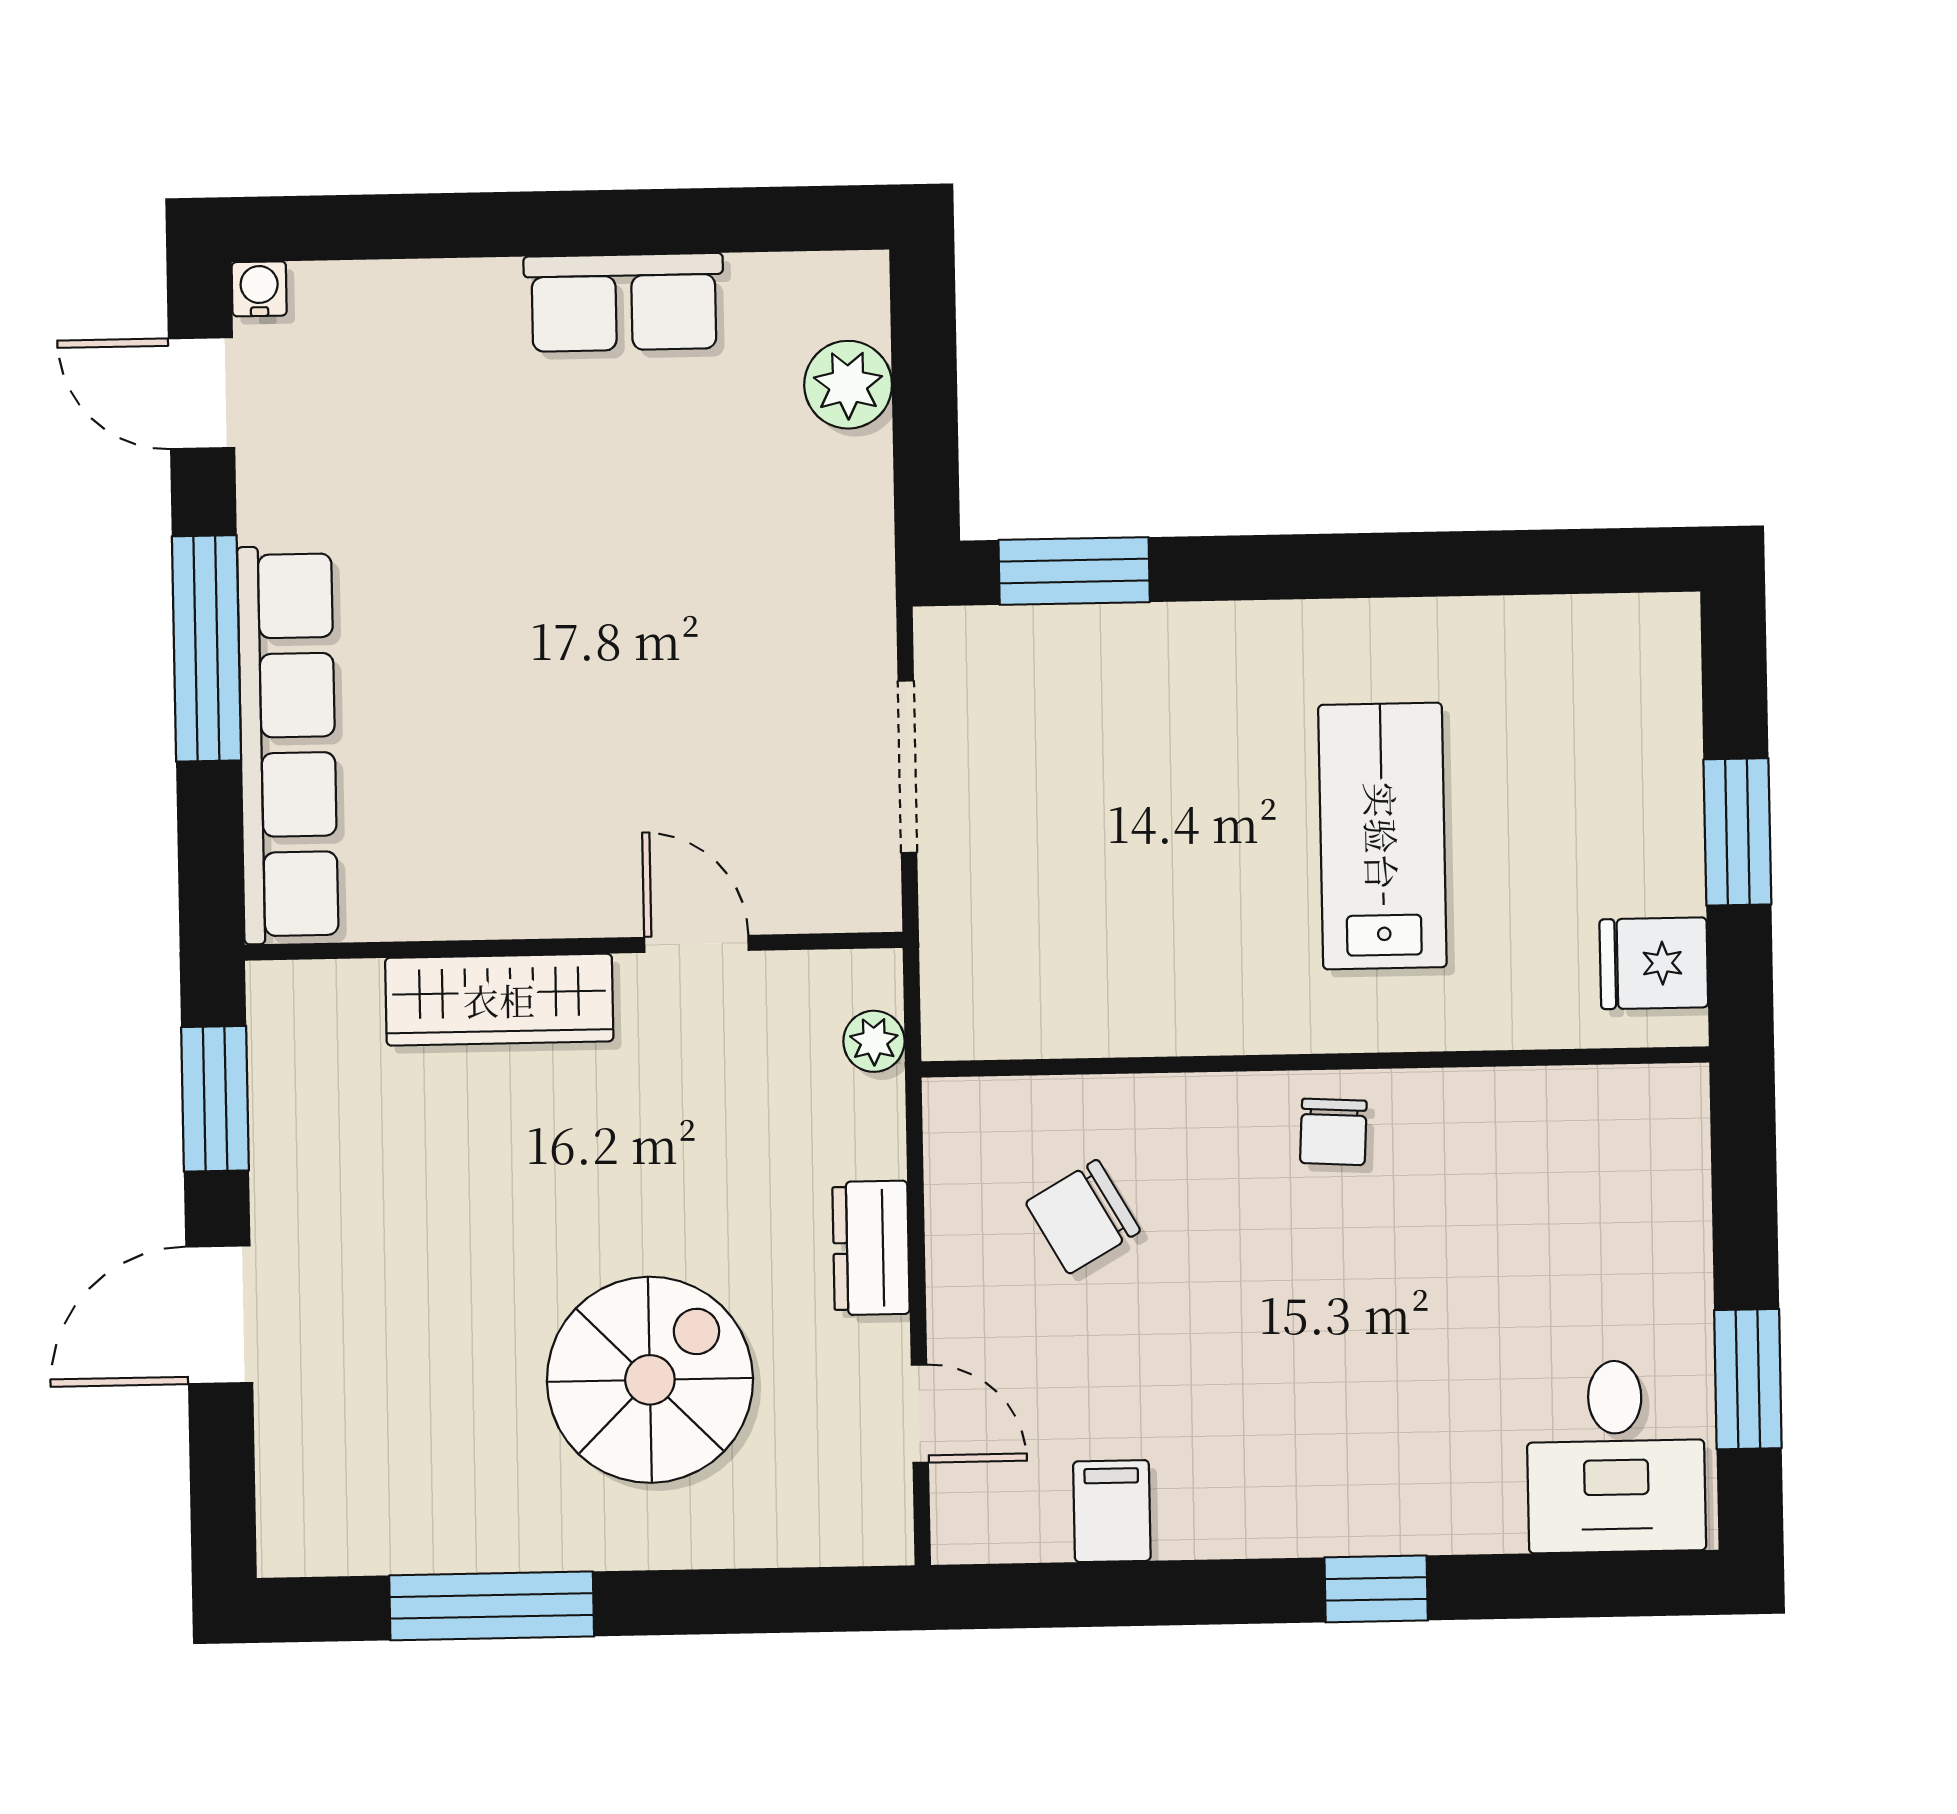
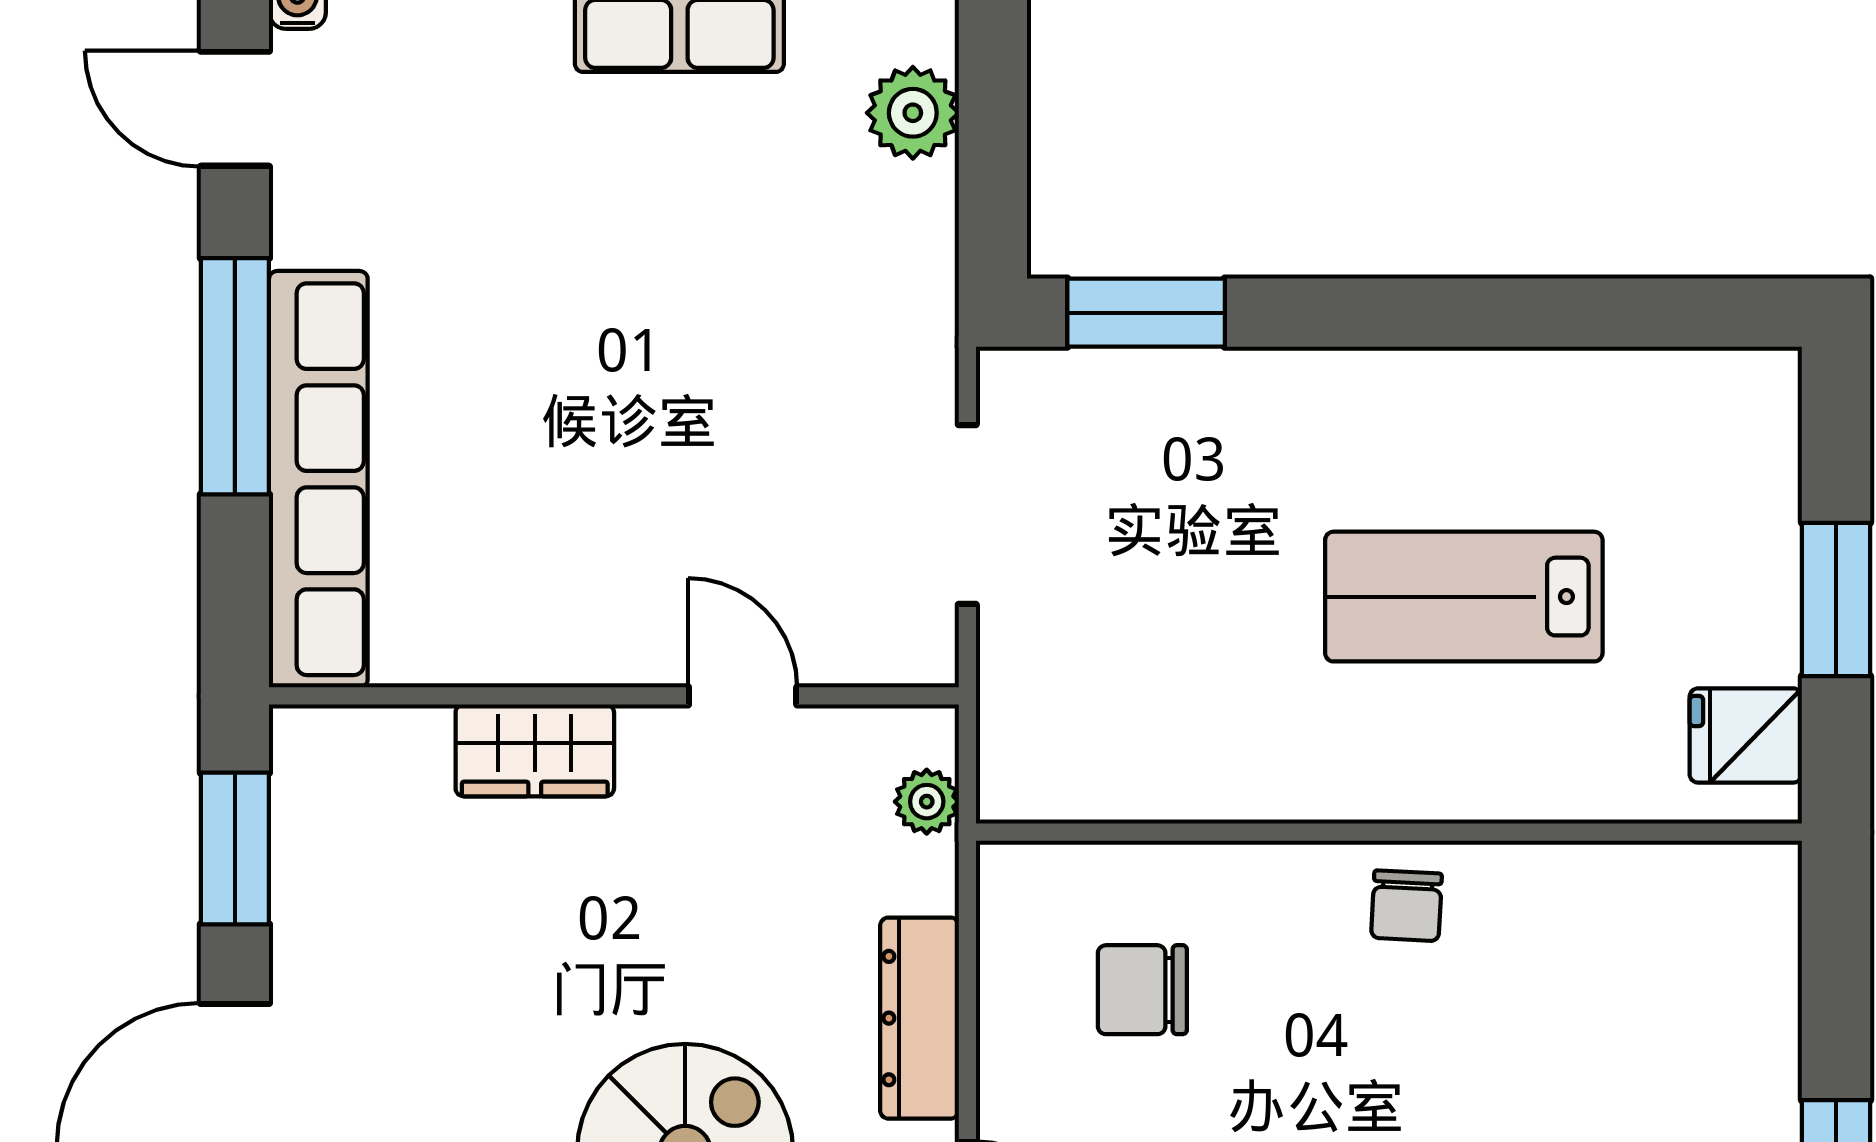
lab bench: (1382, 836) -> (1464, 597), turned -90
wardrobe: (499, 1000) -> (535, 750), width x0.67
chair: (1083, 1217) -> (1142, 990), turned 30
dresser: (871, 1248) -> (919, 1018), width x1.44

